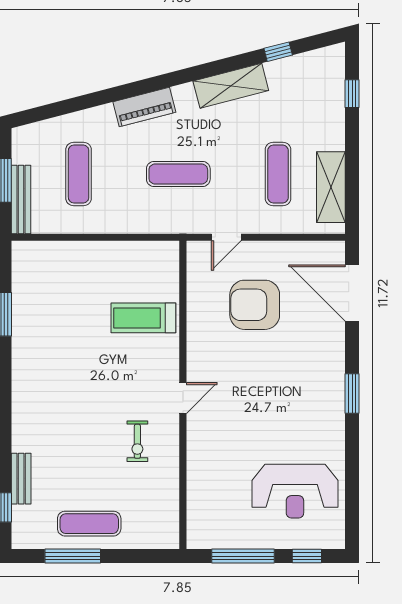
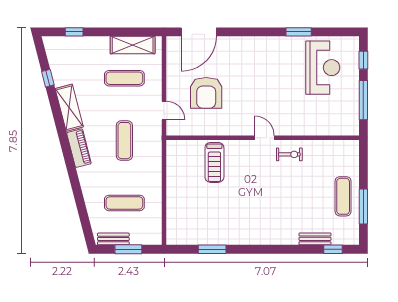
piano: (144, 107) -> (79, 148), moved
bench: (21, 199) -> (113, 239), moved, width x0.73
window: (352, 393) -> (299, 32), moved
exercise bike: (137, 441) -> (289, 154), moved

